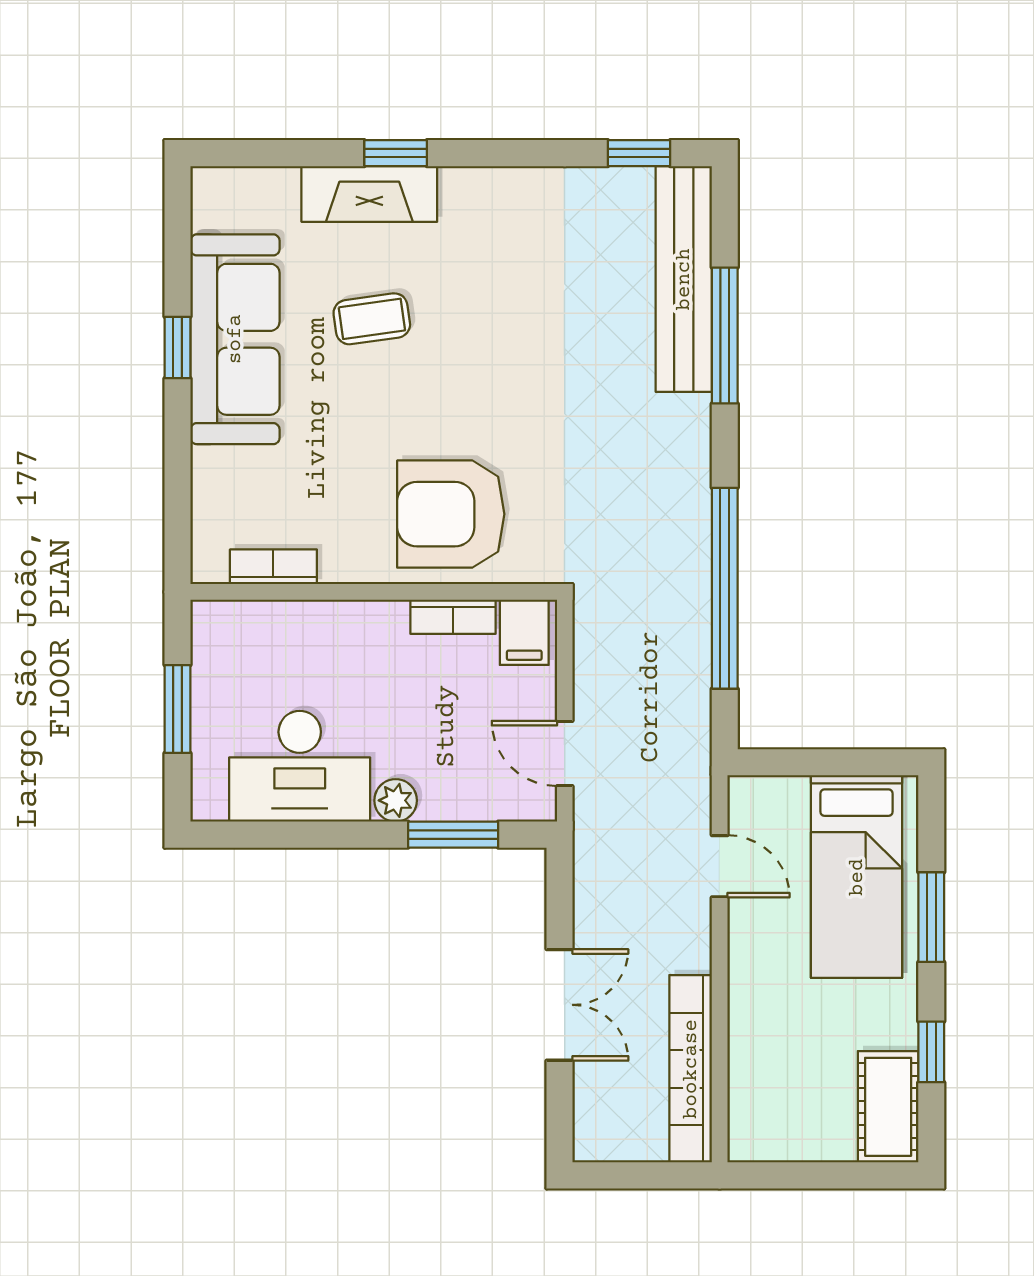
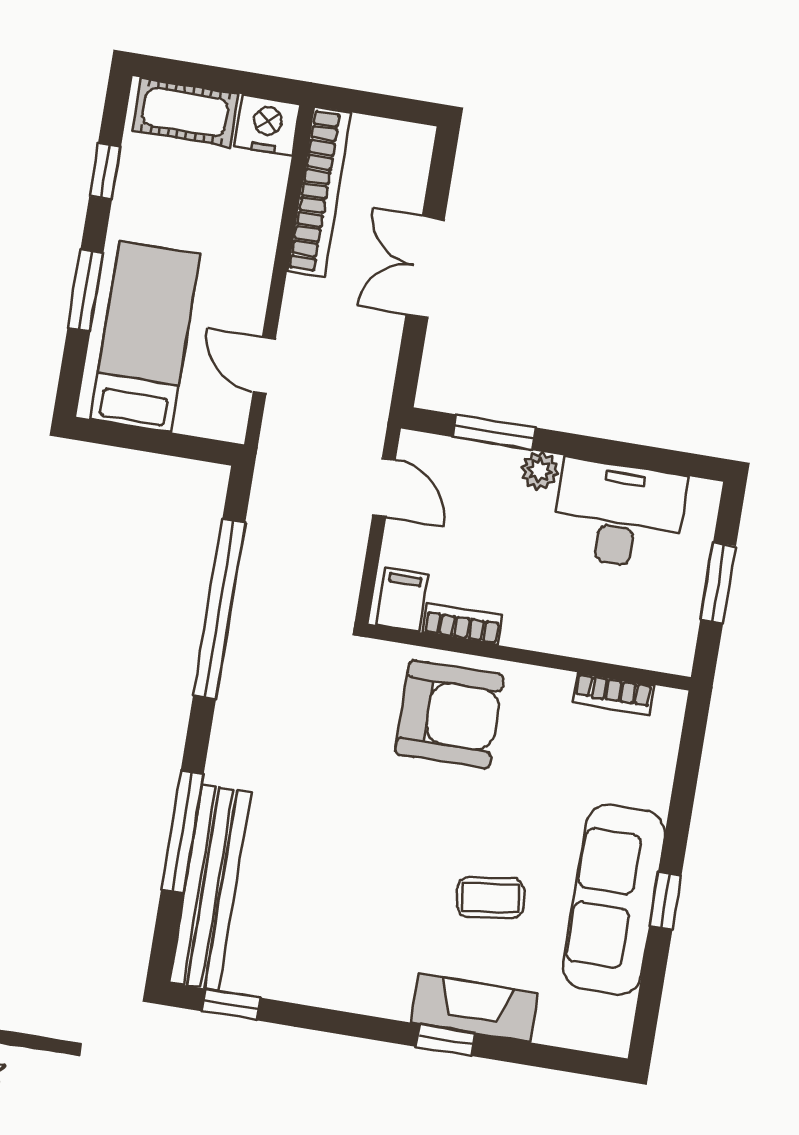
cot: (888, 1107) -> (185, 112), moved, turned 90
nightstand: (760, 1133) -> (267, 125), added

